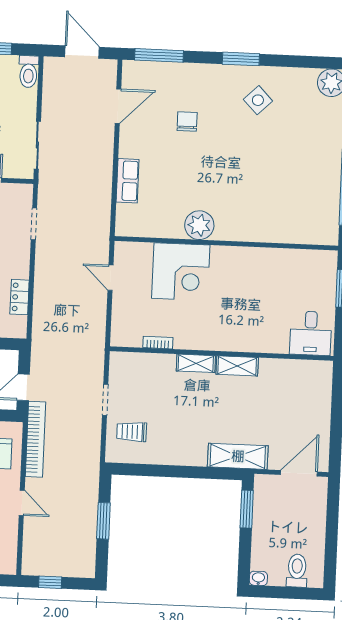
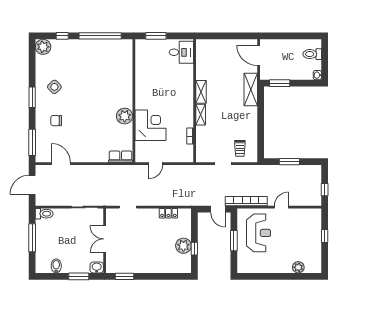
chair: (187, 121) -> (56, 121), moved
row of seats: (128, 181) -> (121, 157), moved

